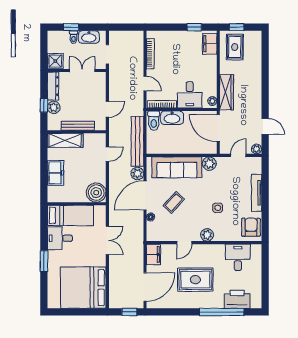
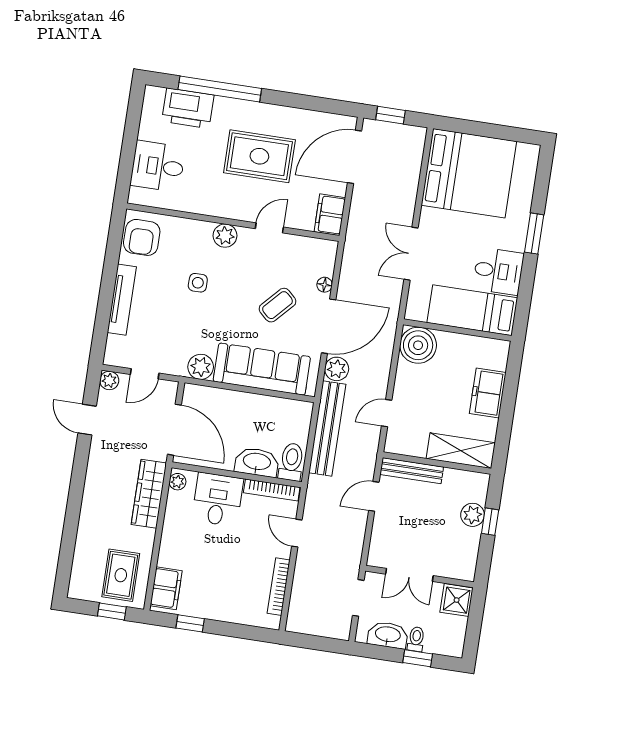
dresser: (53, 86) -> (468, 554), removed
bench: (78, 126) -> (412, 471), moved
desk: (238, 257) -> (158, 166), moved, turned 90

